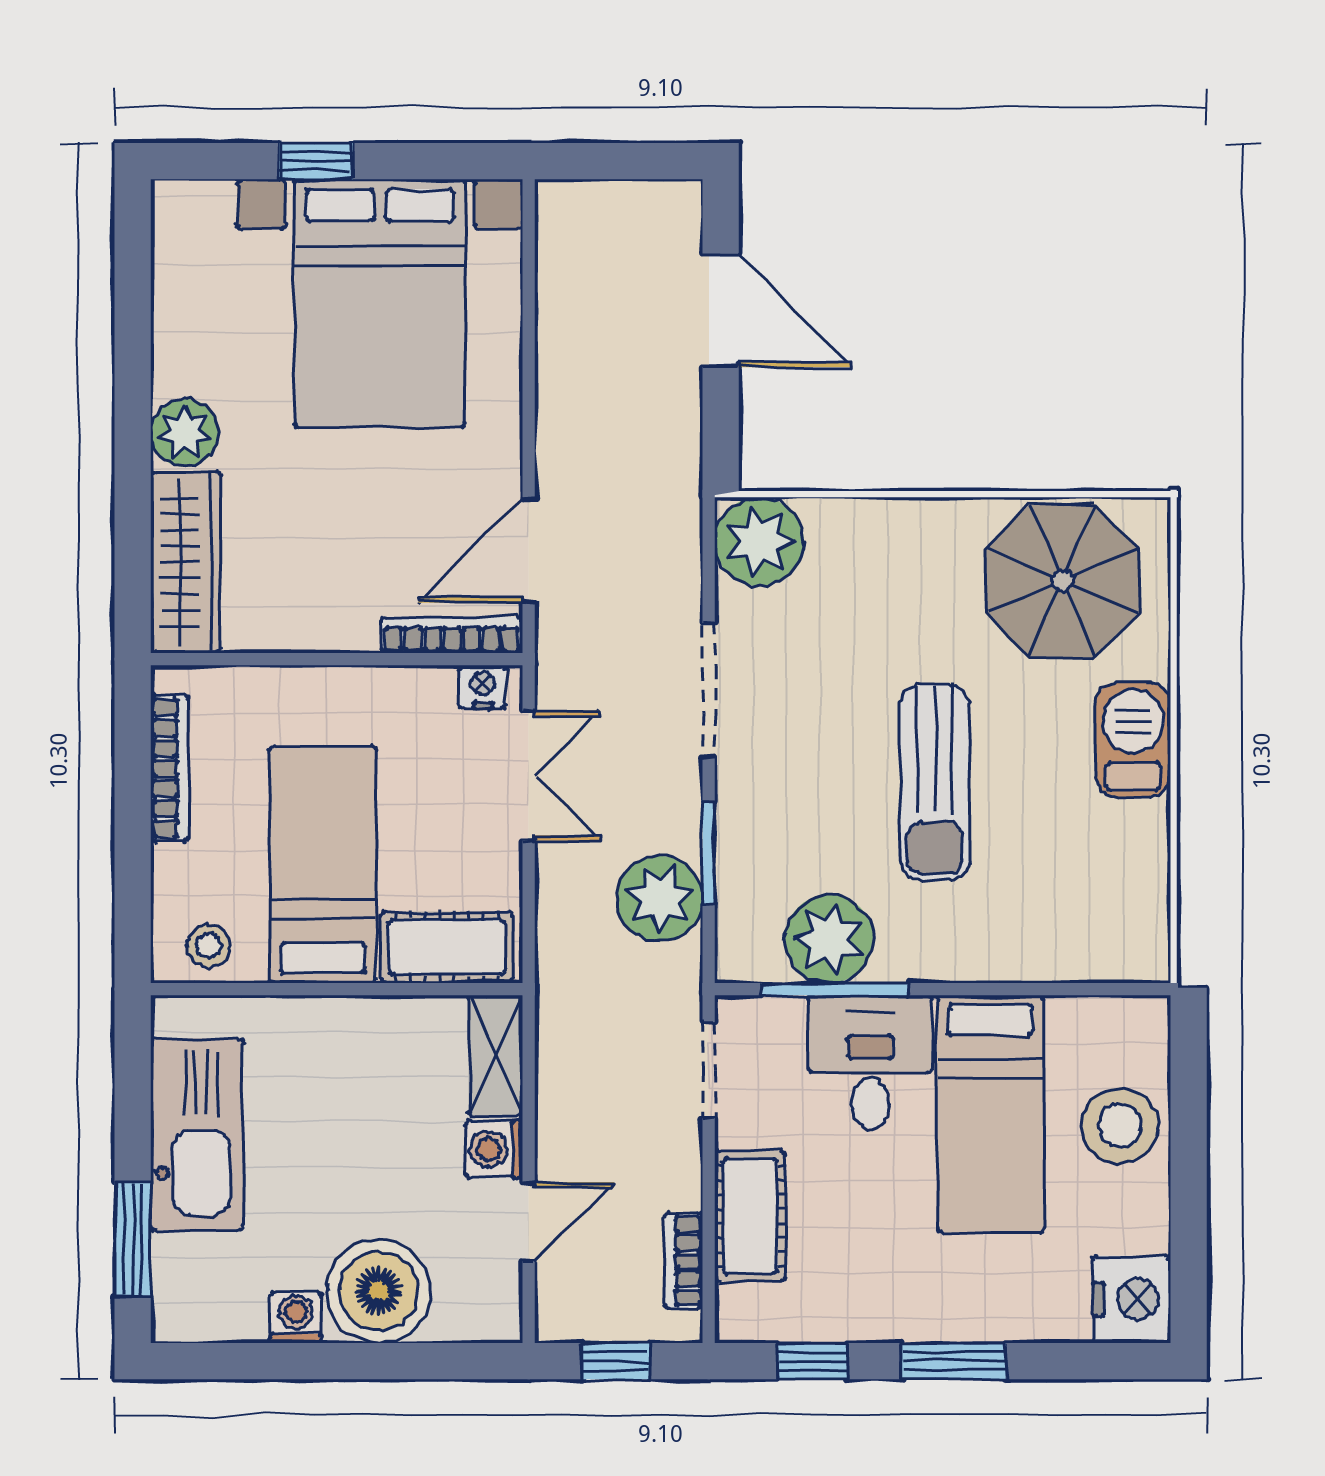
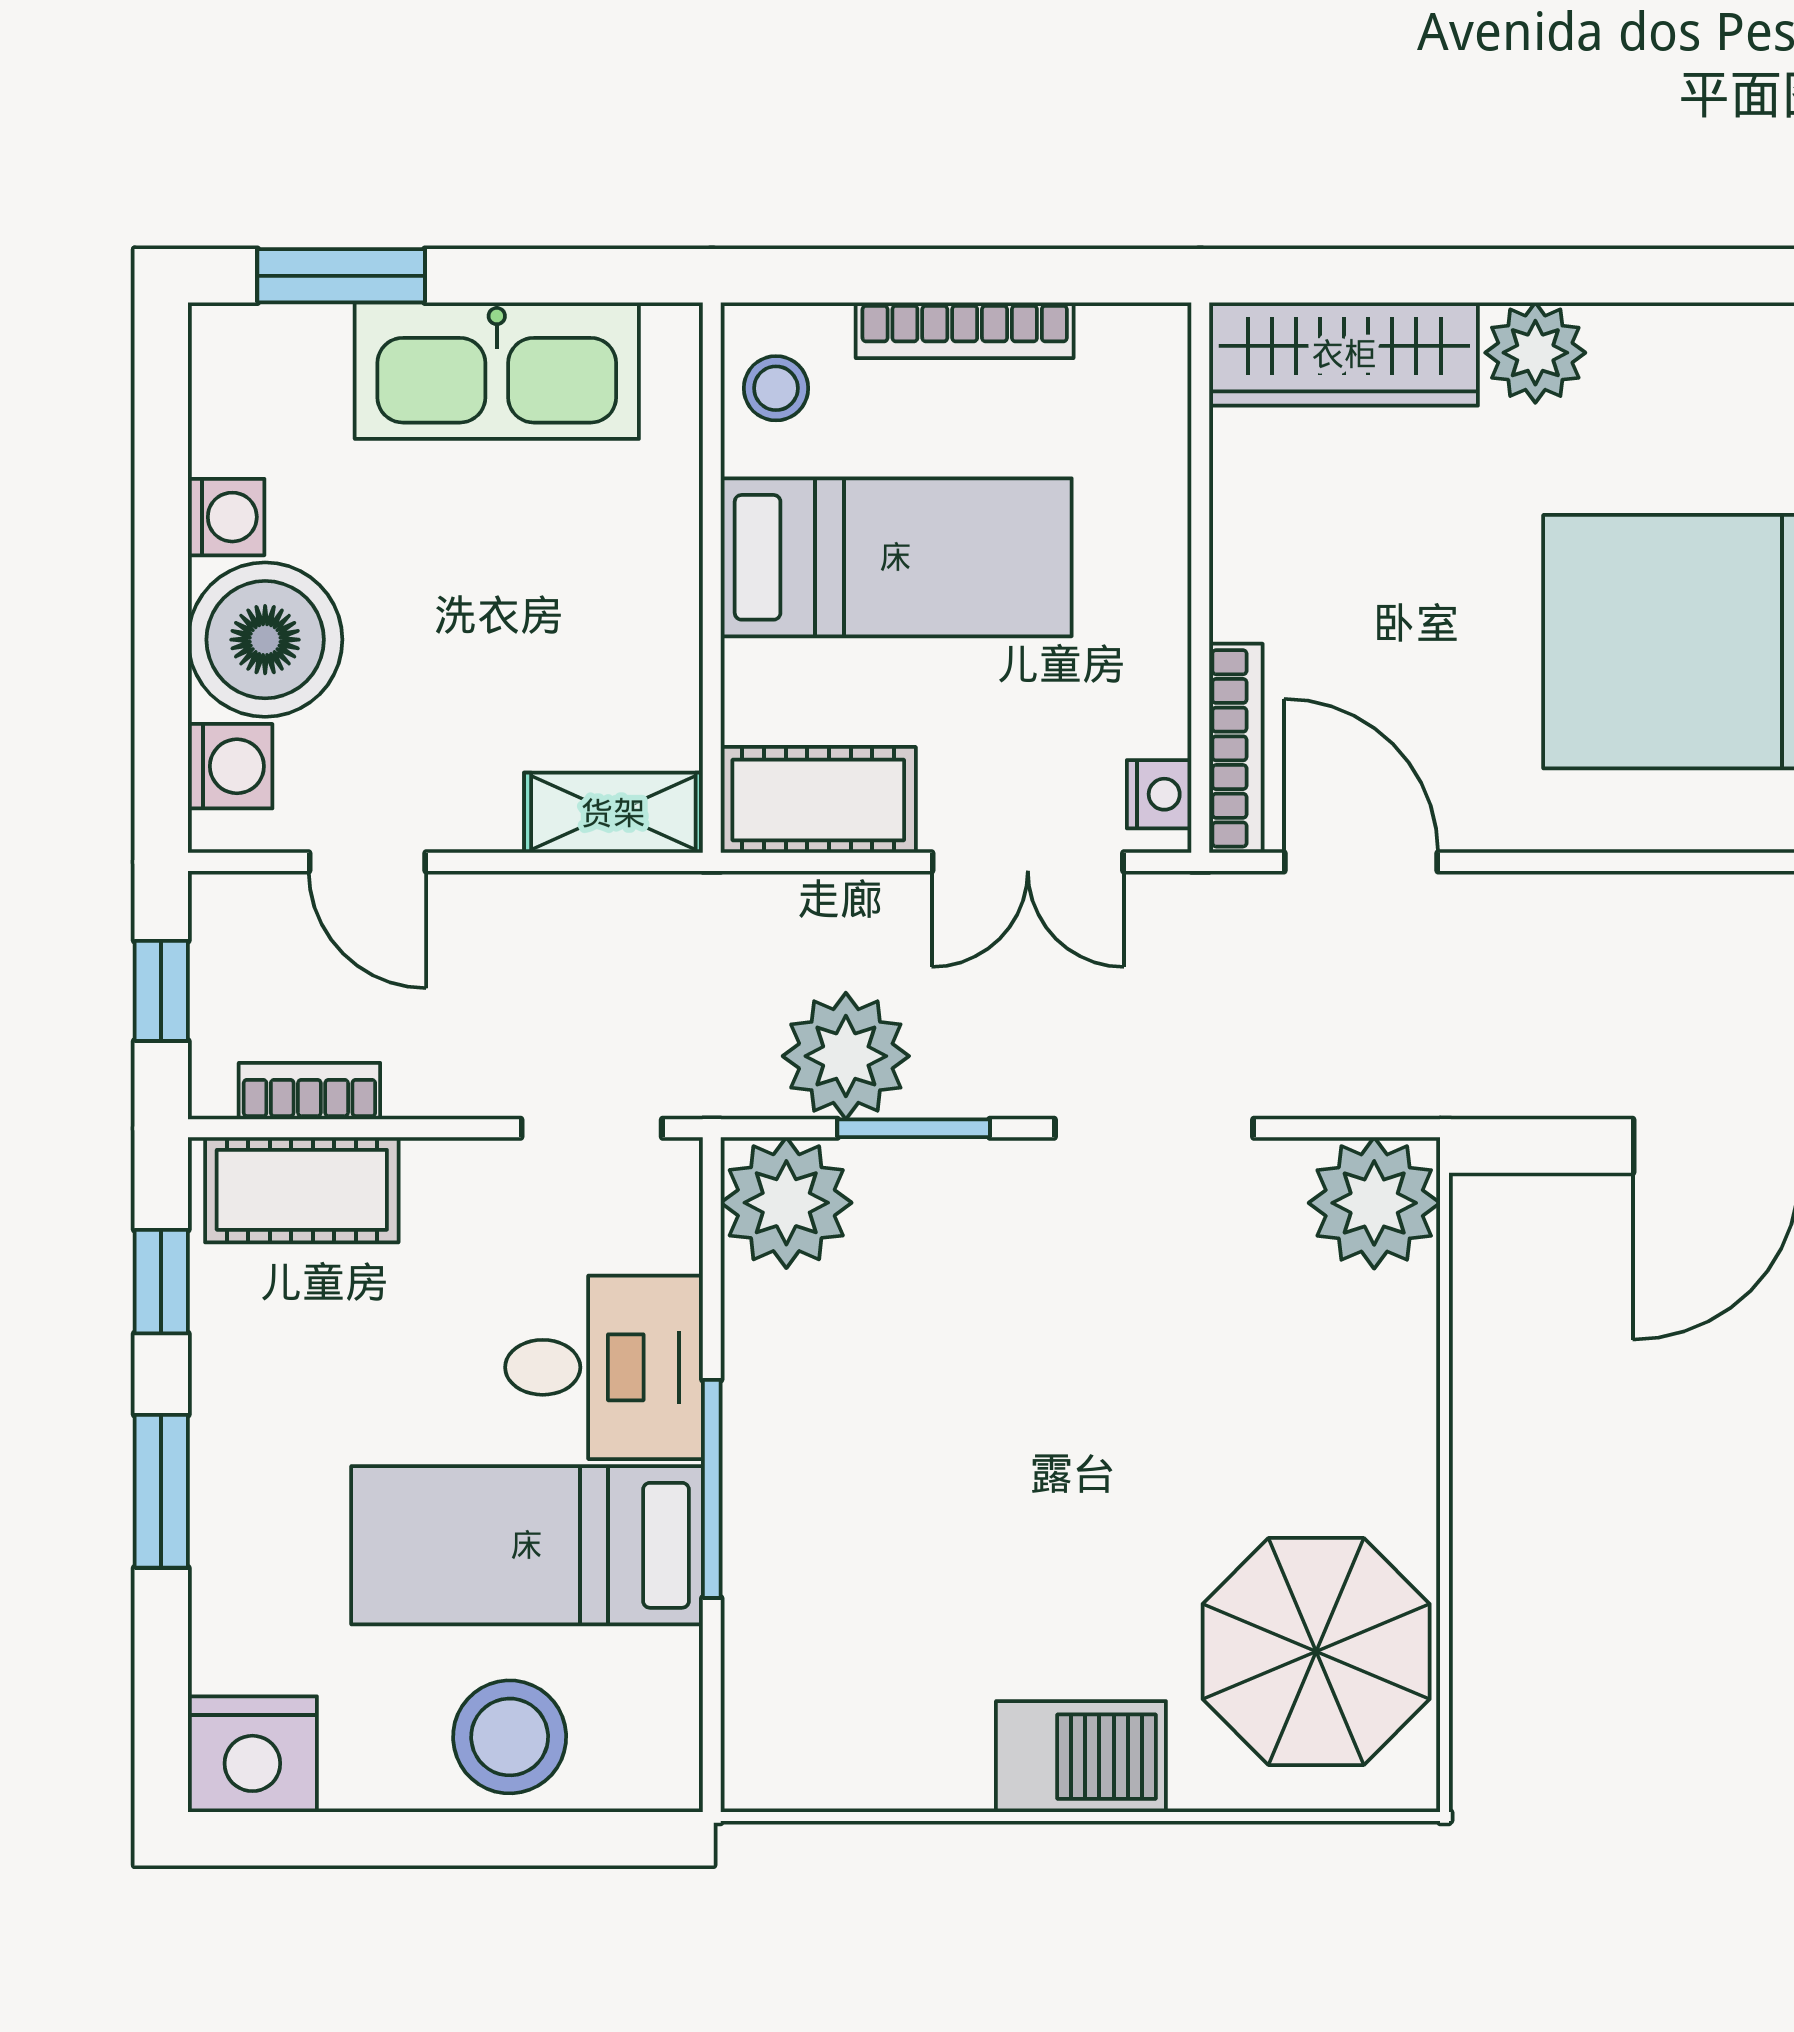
bookcase: (170, 768) -> (965, 330), moved
sun lounger: (935, 783) -> (1018, 1463), removed
plant: (829, 939) -> (786, 1203), moved
cot: (447, 947) -> (818, 800), moved, turned 90
window: (835, 989) -> (712, 1489), moved
washing machine: (494, 1149) -> (230, 766), moved, turned 90
cot: (750, 1216) -> (302, 1190), moved

